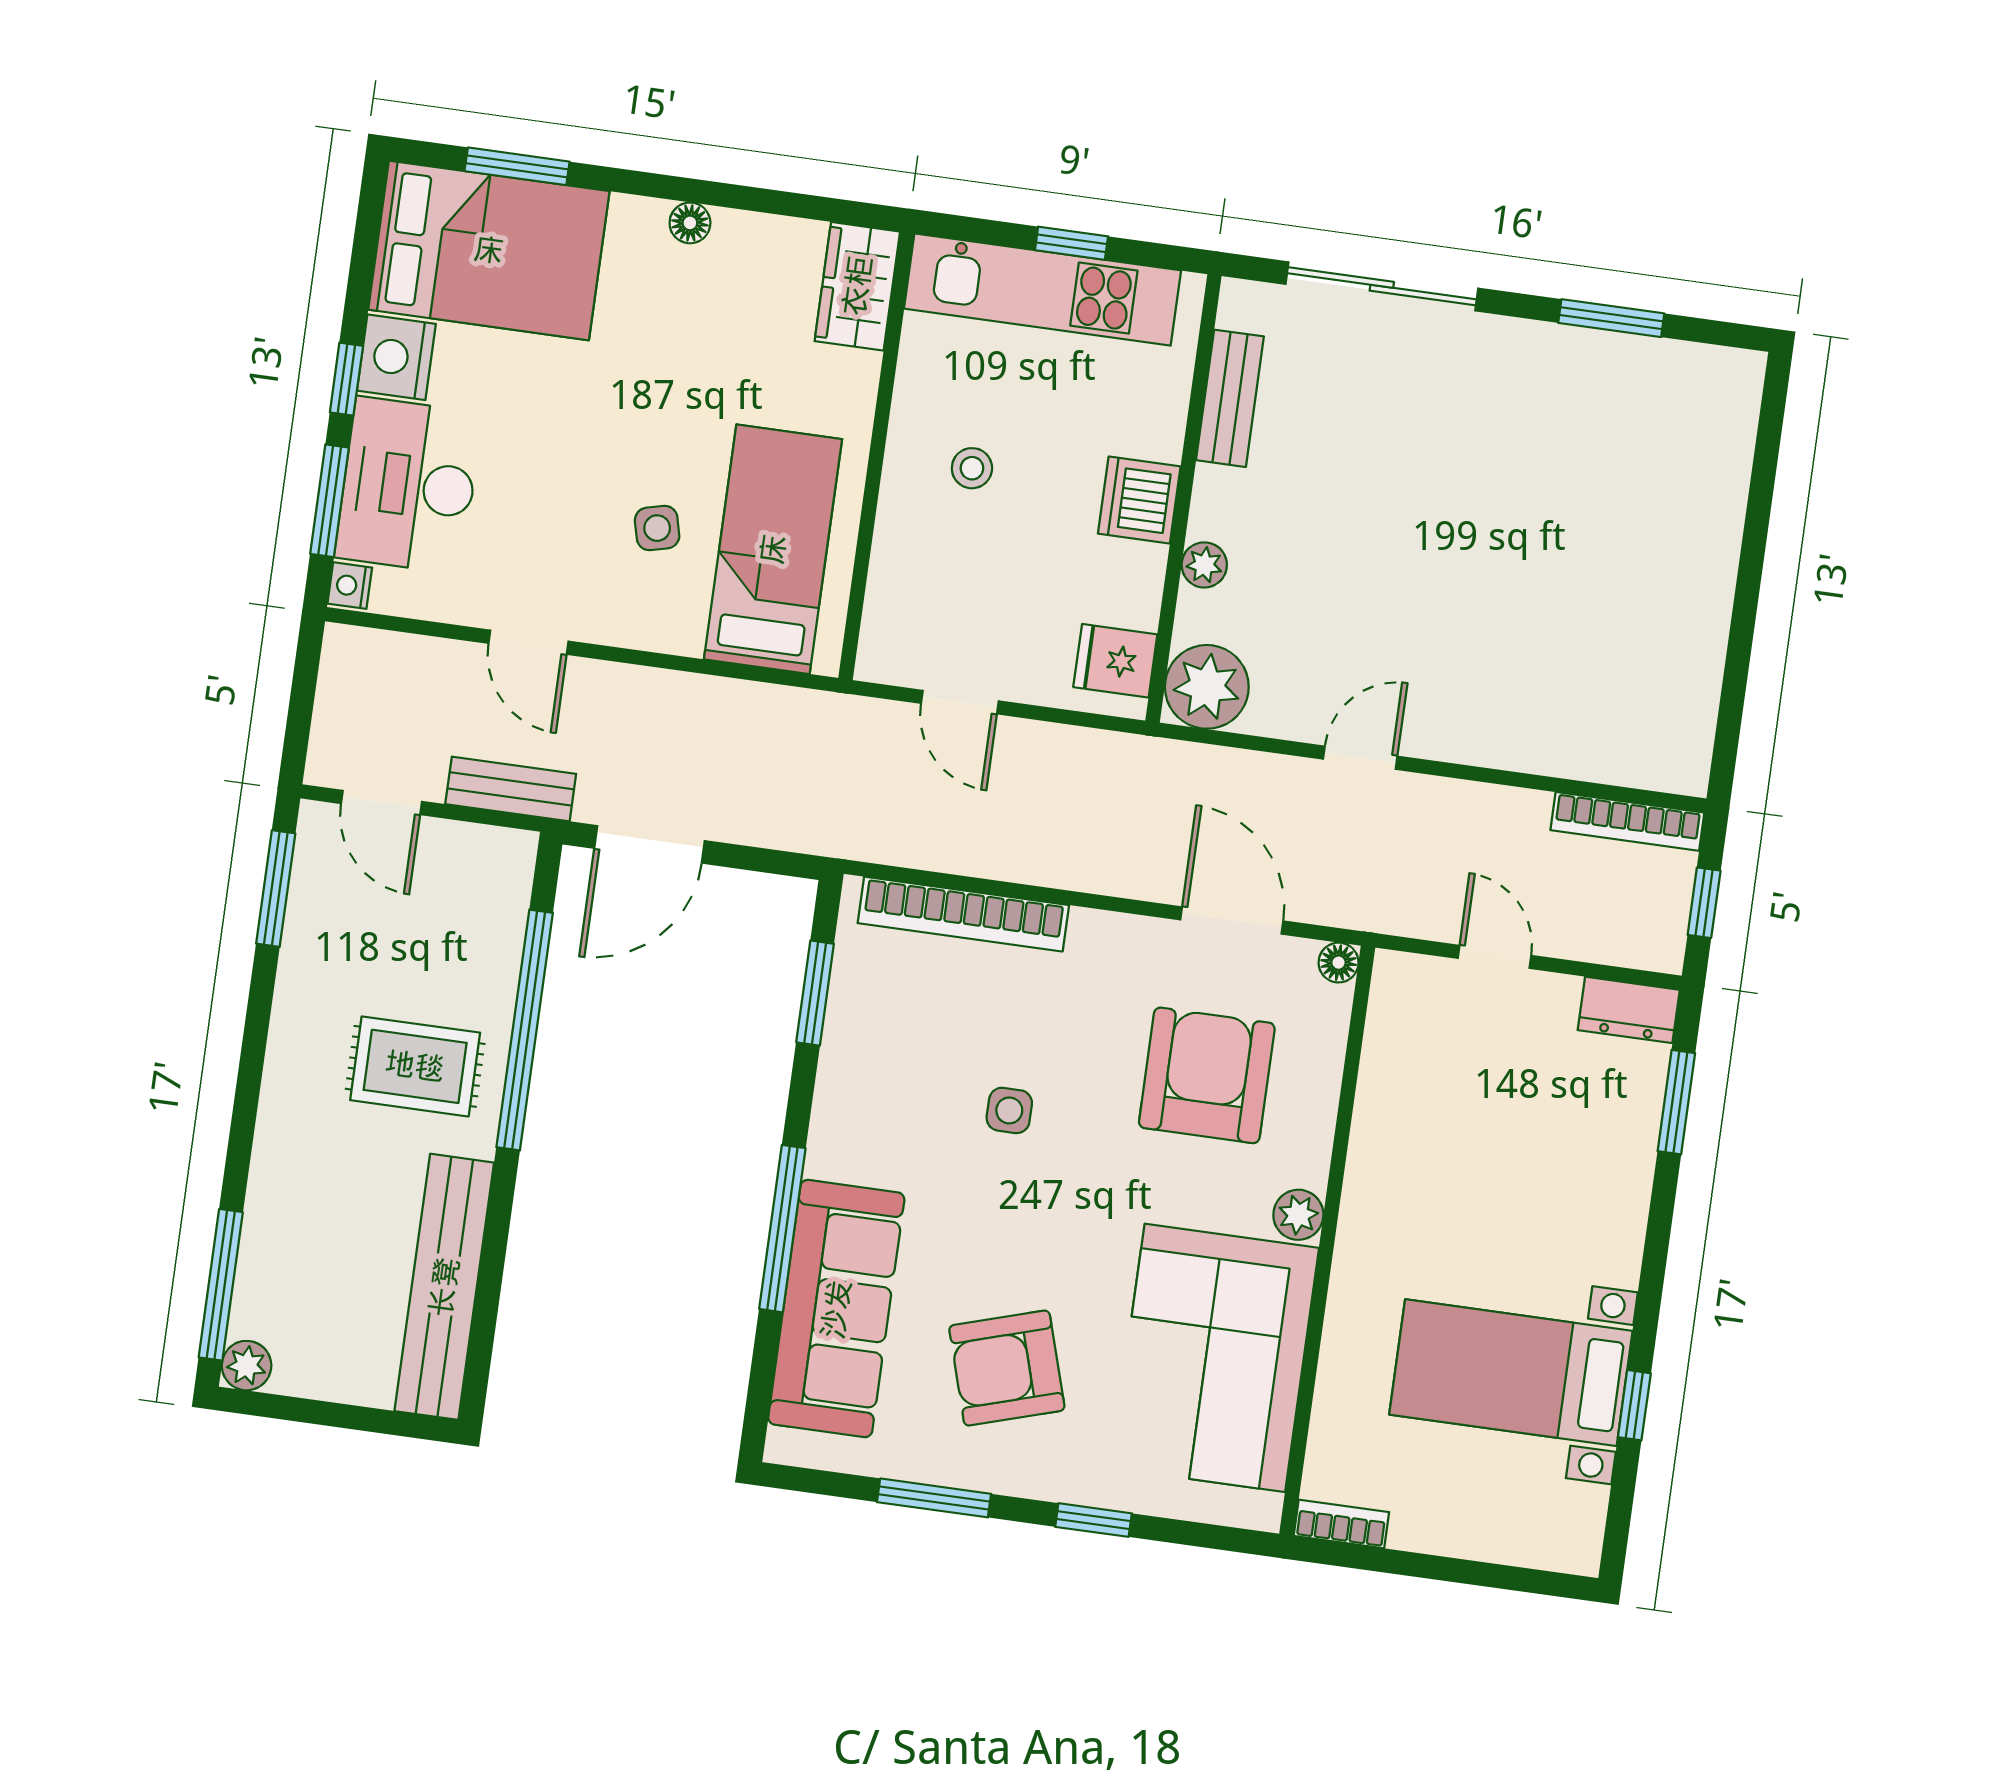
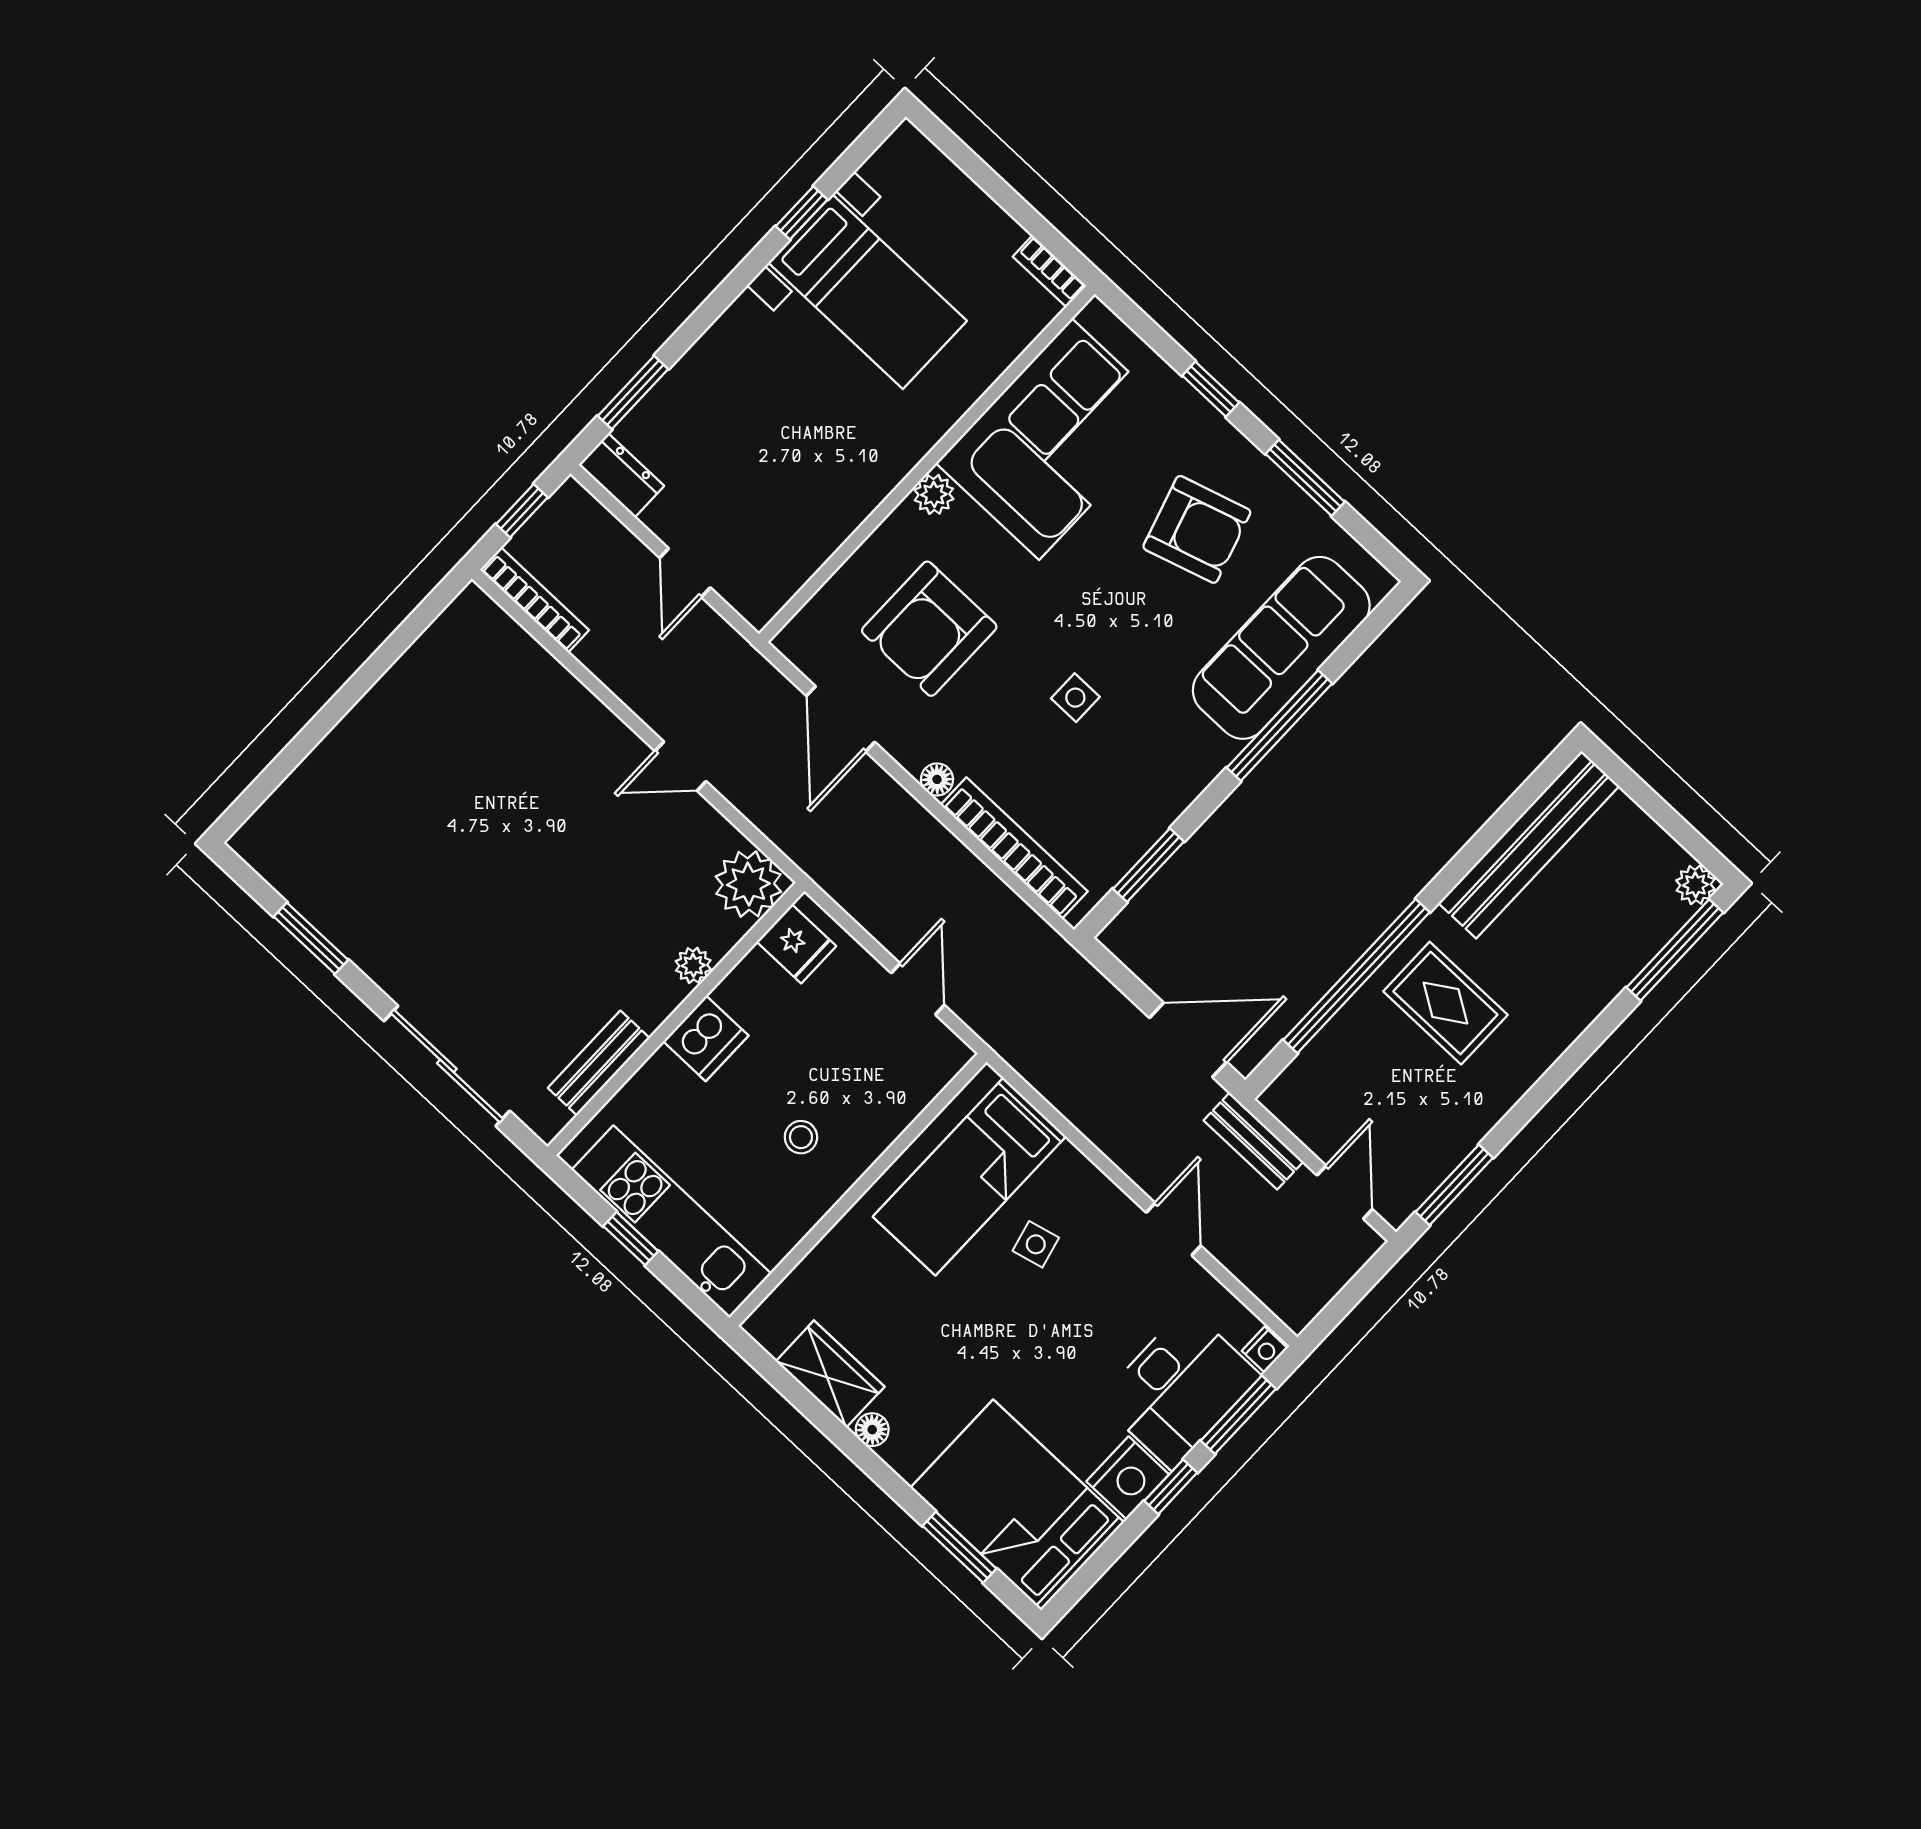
wardrobe: (857, 286) -> (830, 1374), moved, turned -90
floor lamp: (1339, 963) -> (937, 779), moved

